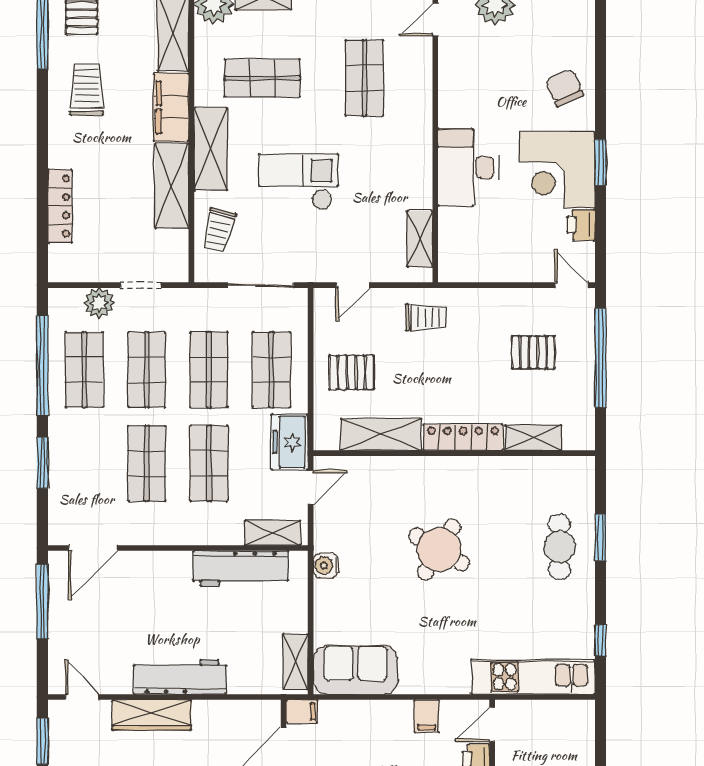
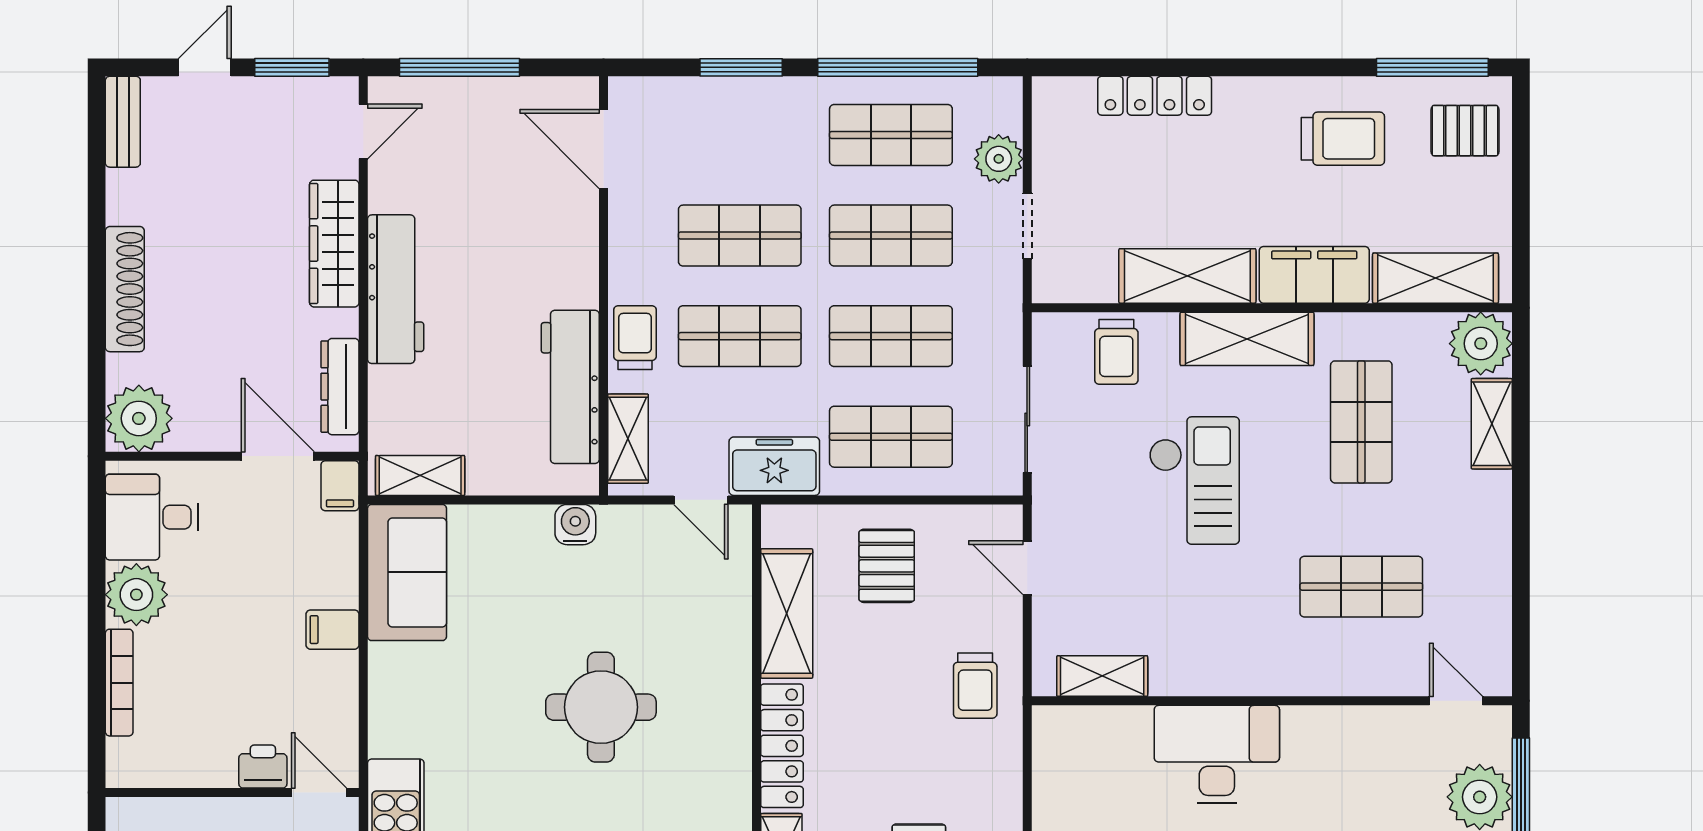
trolley: (219, 230) -> (1116, 352), turned -104
trolley: (210, 528) -> (635, 338), added
round table: (439, 550) -> (601, 707), turned -31
window: (42, 602) -> (459, 67), moved
dresser: (240, 711) -> (340, 387), added
filing cabinet: (427, 716) -> (332, 630), moved

